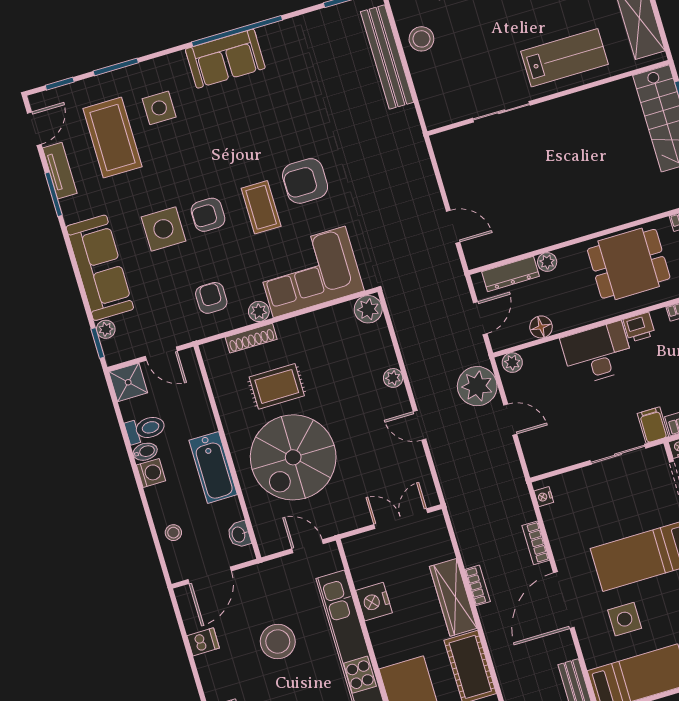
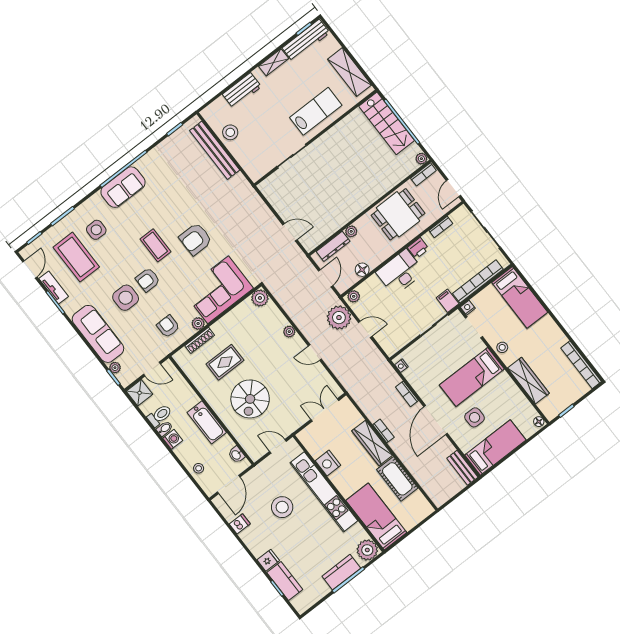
coffee table: (261, 207) -> (155, 245), moved
spiral stairs: (293, 457) -> (250, 399), width x0.73, depth x0.73

